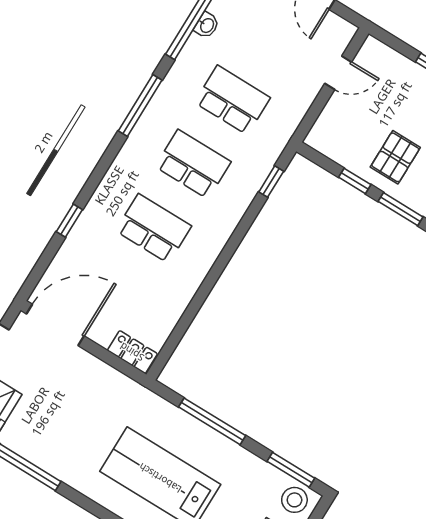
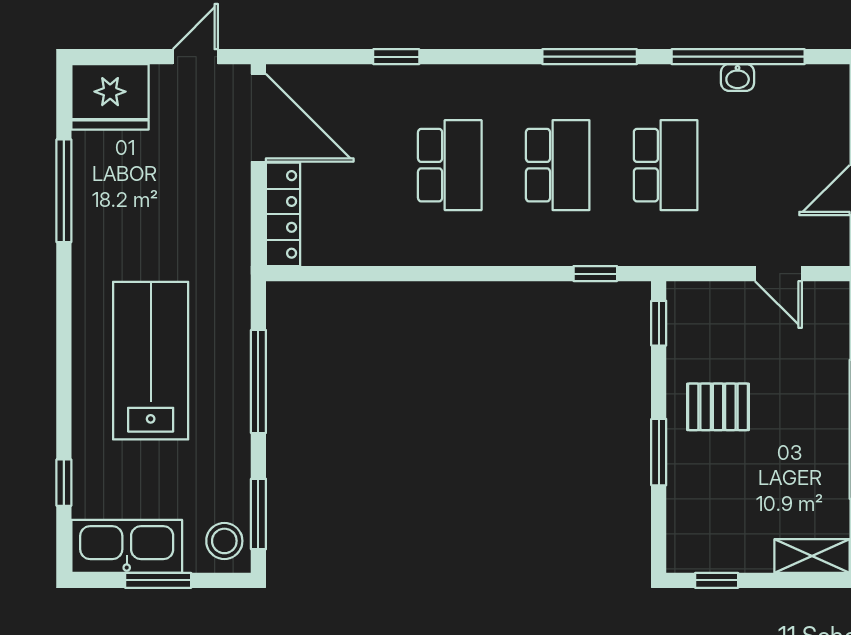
window: (355, 181) -> (659, 323), moved
locker: (132, 352) -> (283, 214), width x1.53

